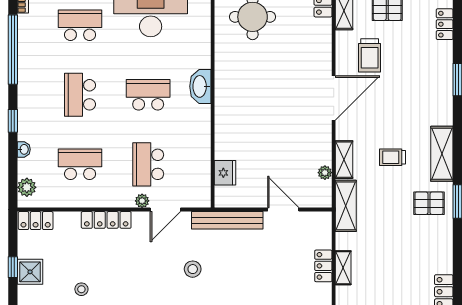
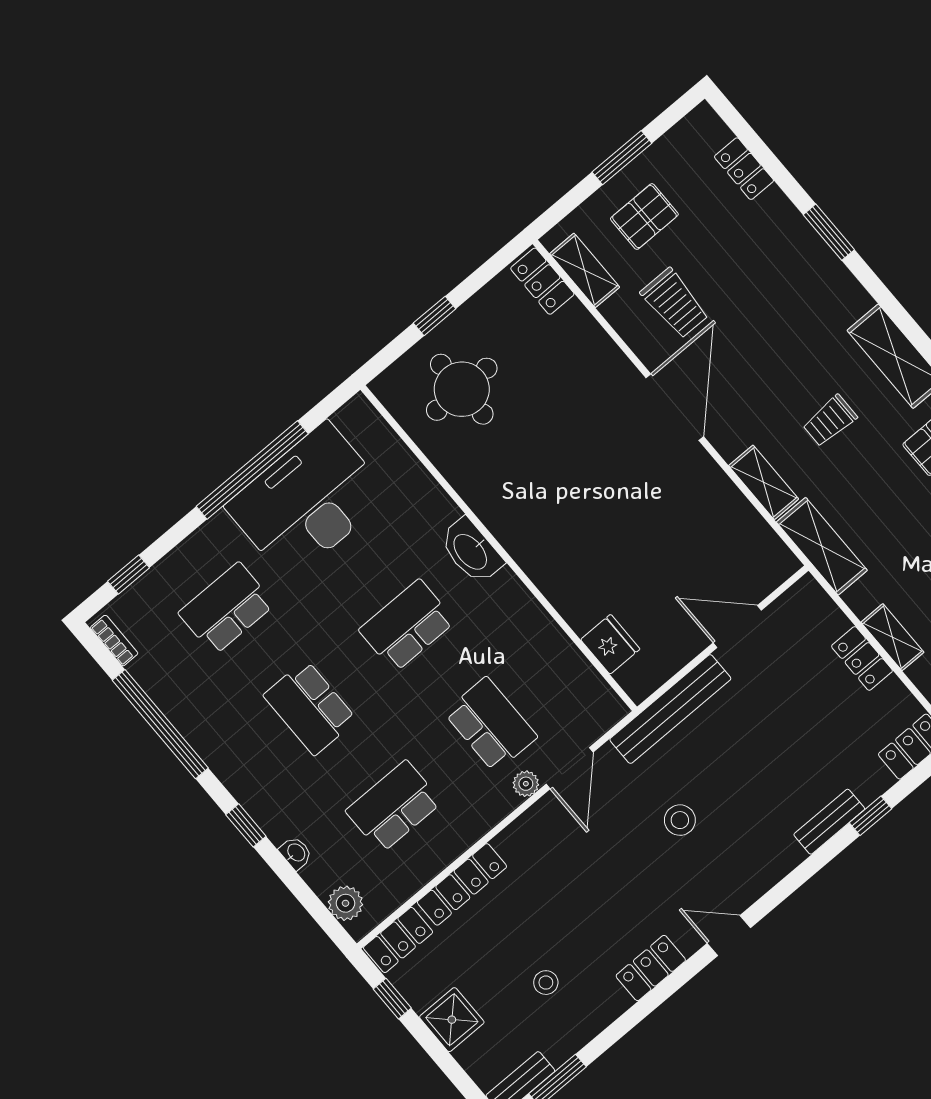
school desk: (148, 164) -> (491, 725), turned 180
plant: (325, 173) -> (752, 524), removed
locker: (106, 220) -> (462, 884), moved
window: (13, 267) -> (392, 999), moved

